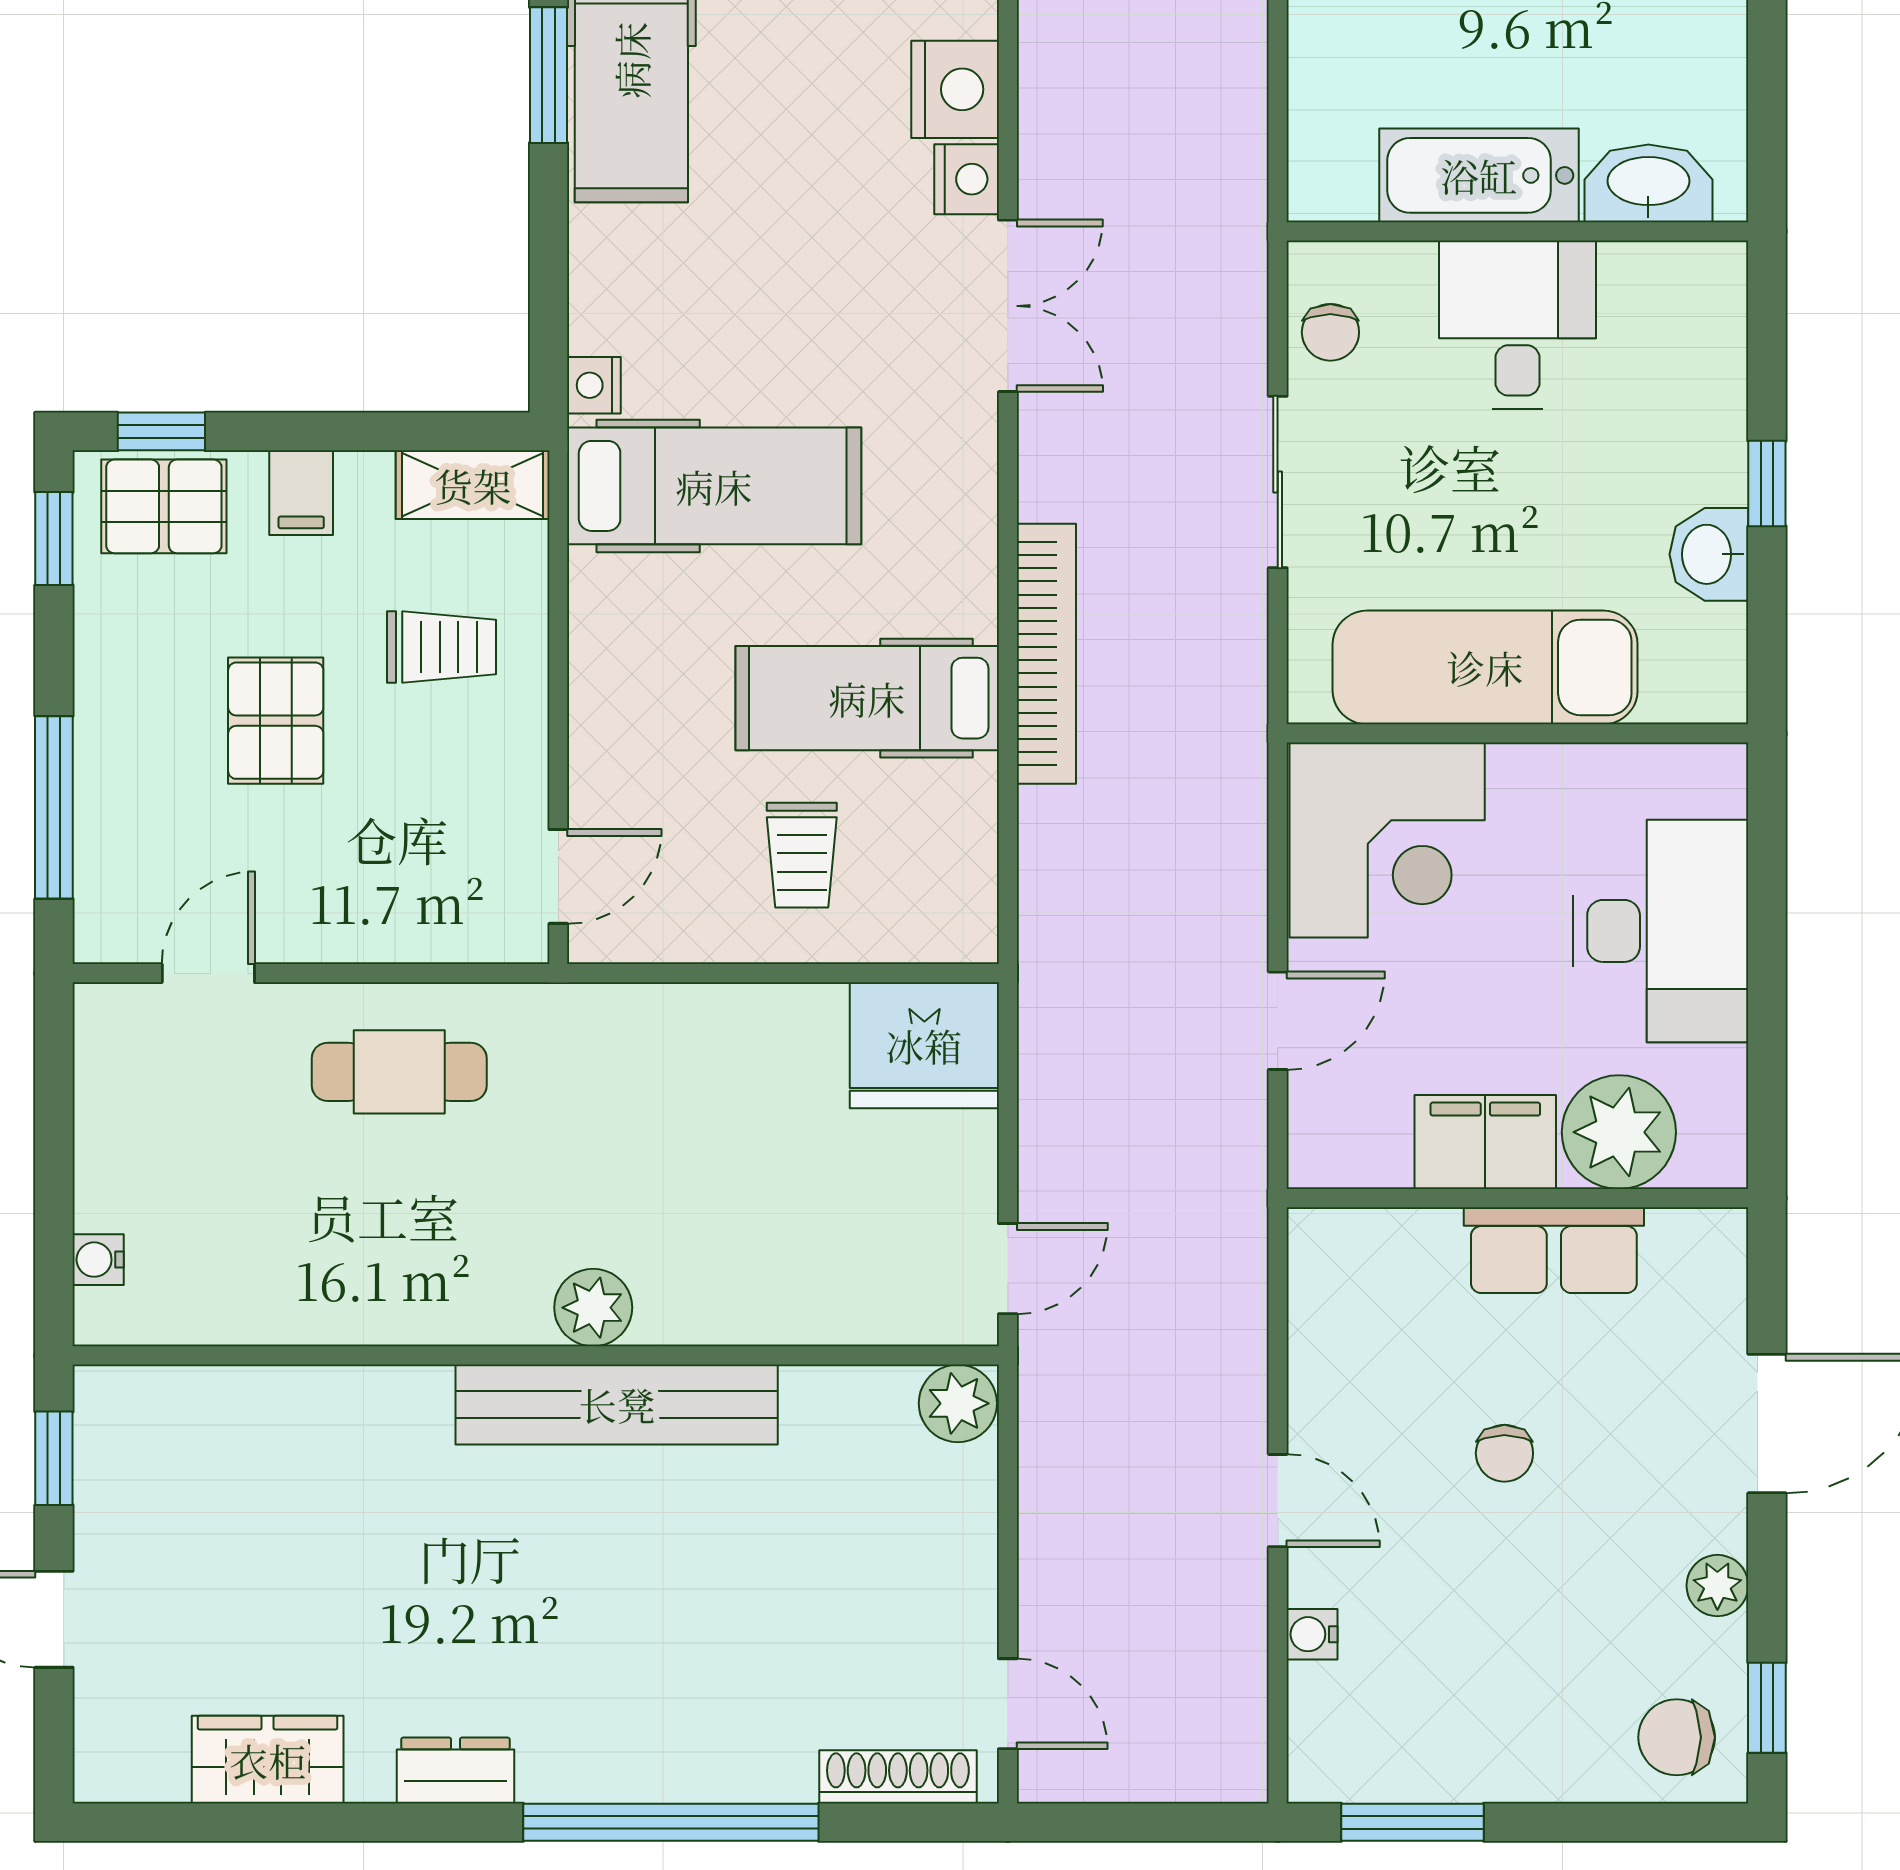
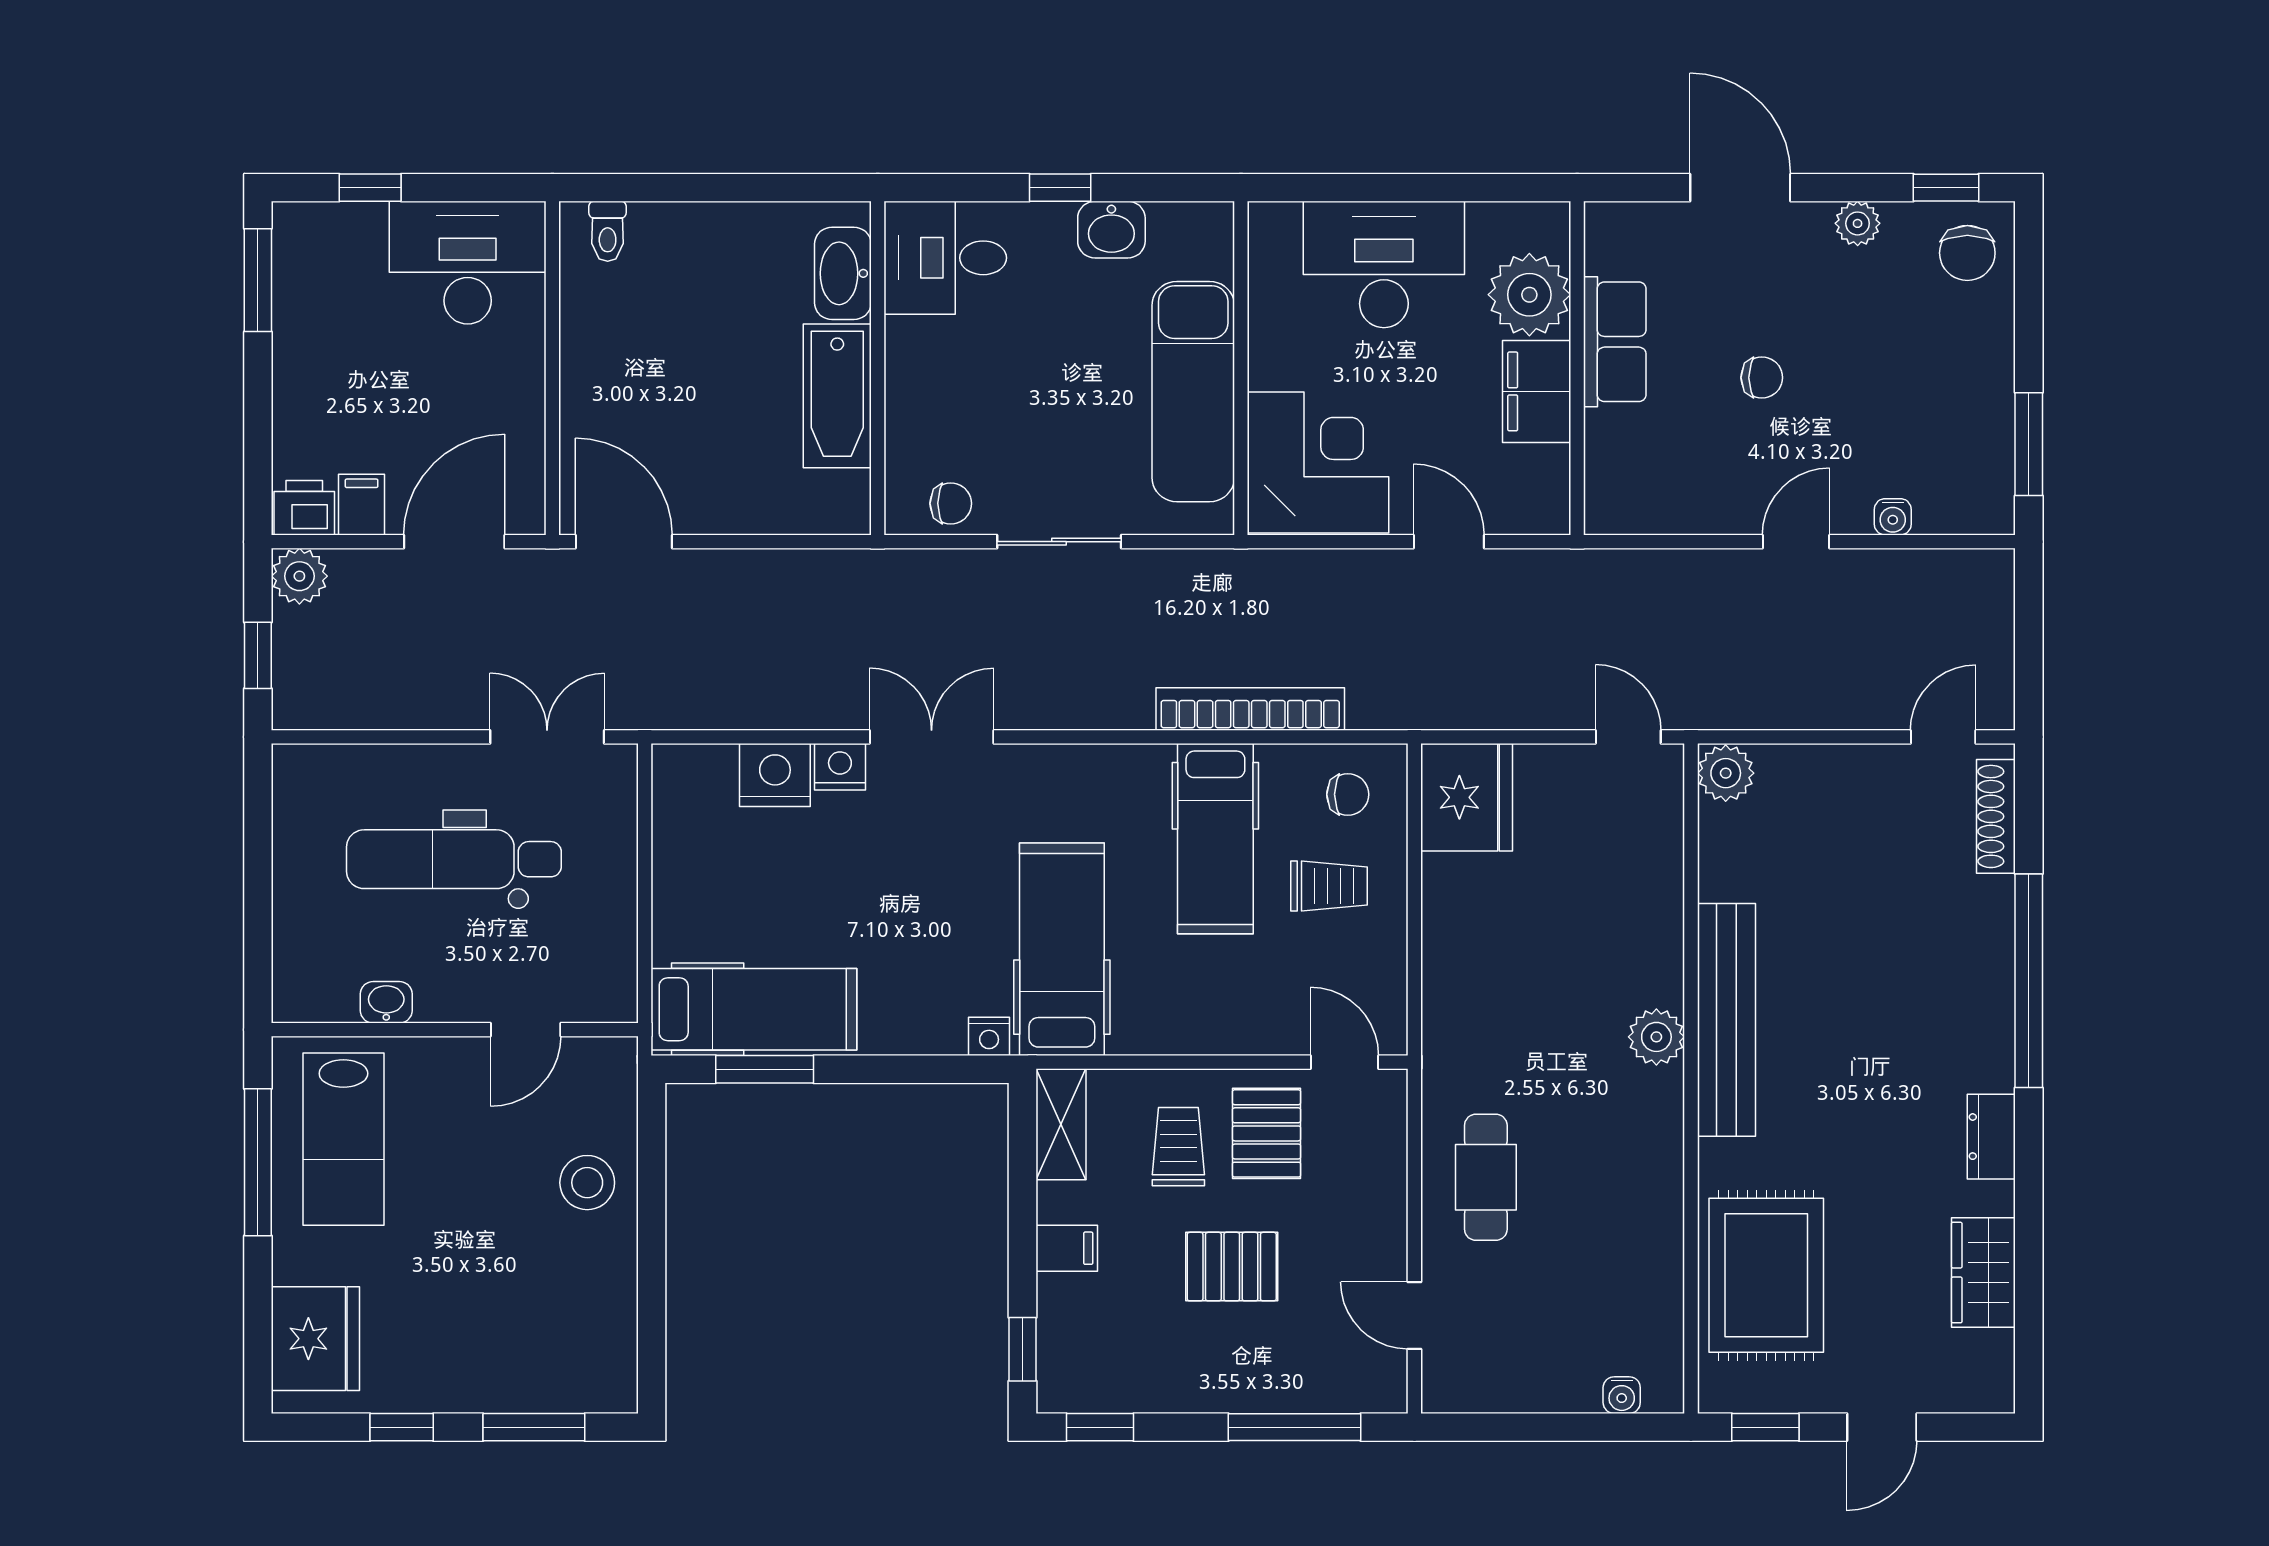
desk: (1518, 325) -> (945, 258), moved
pallet: (164, 506) -> (1267, 1133), moved
bookcase: (1046, 654) -> (1250, 709), moved
chair: (928, 881) -> (1348, 794), added
rug: (264, 1459) -> (1766, 1275), added

